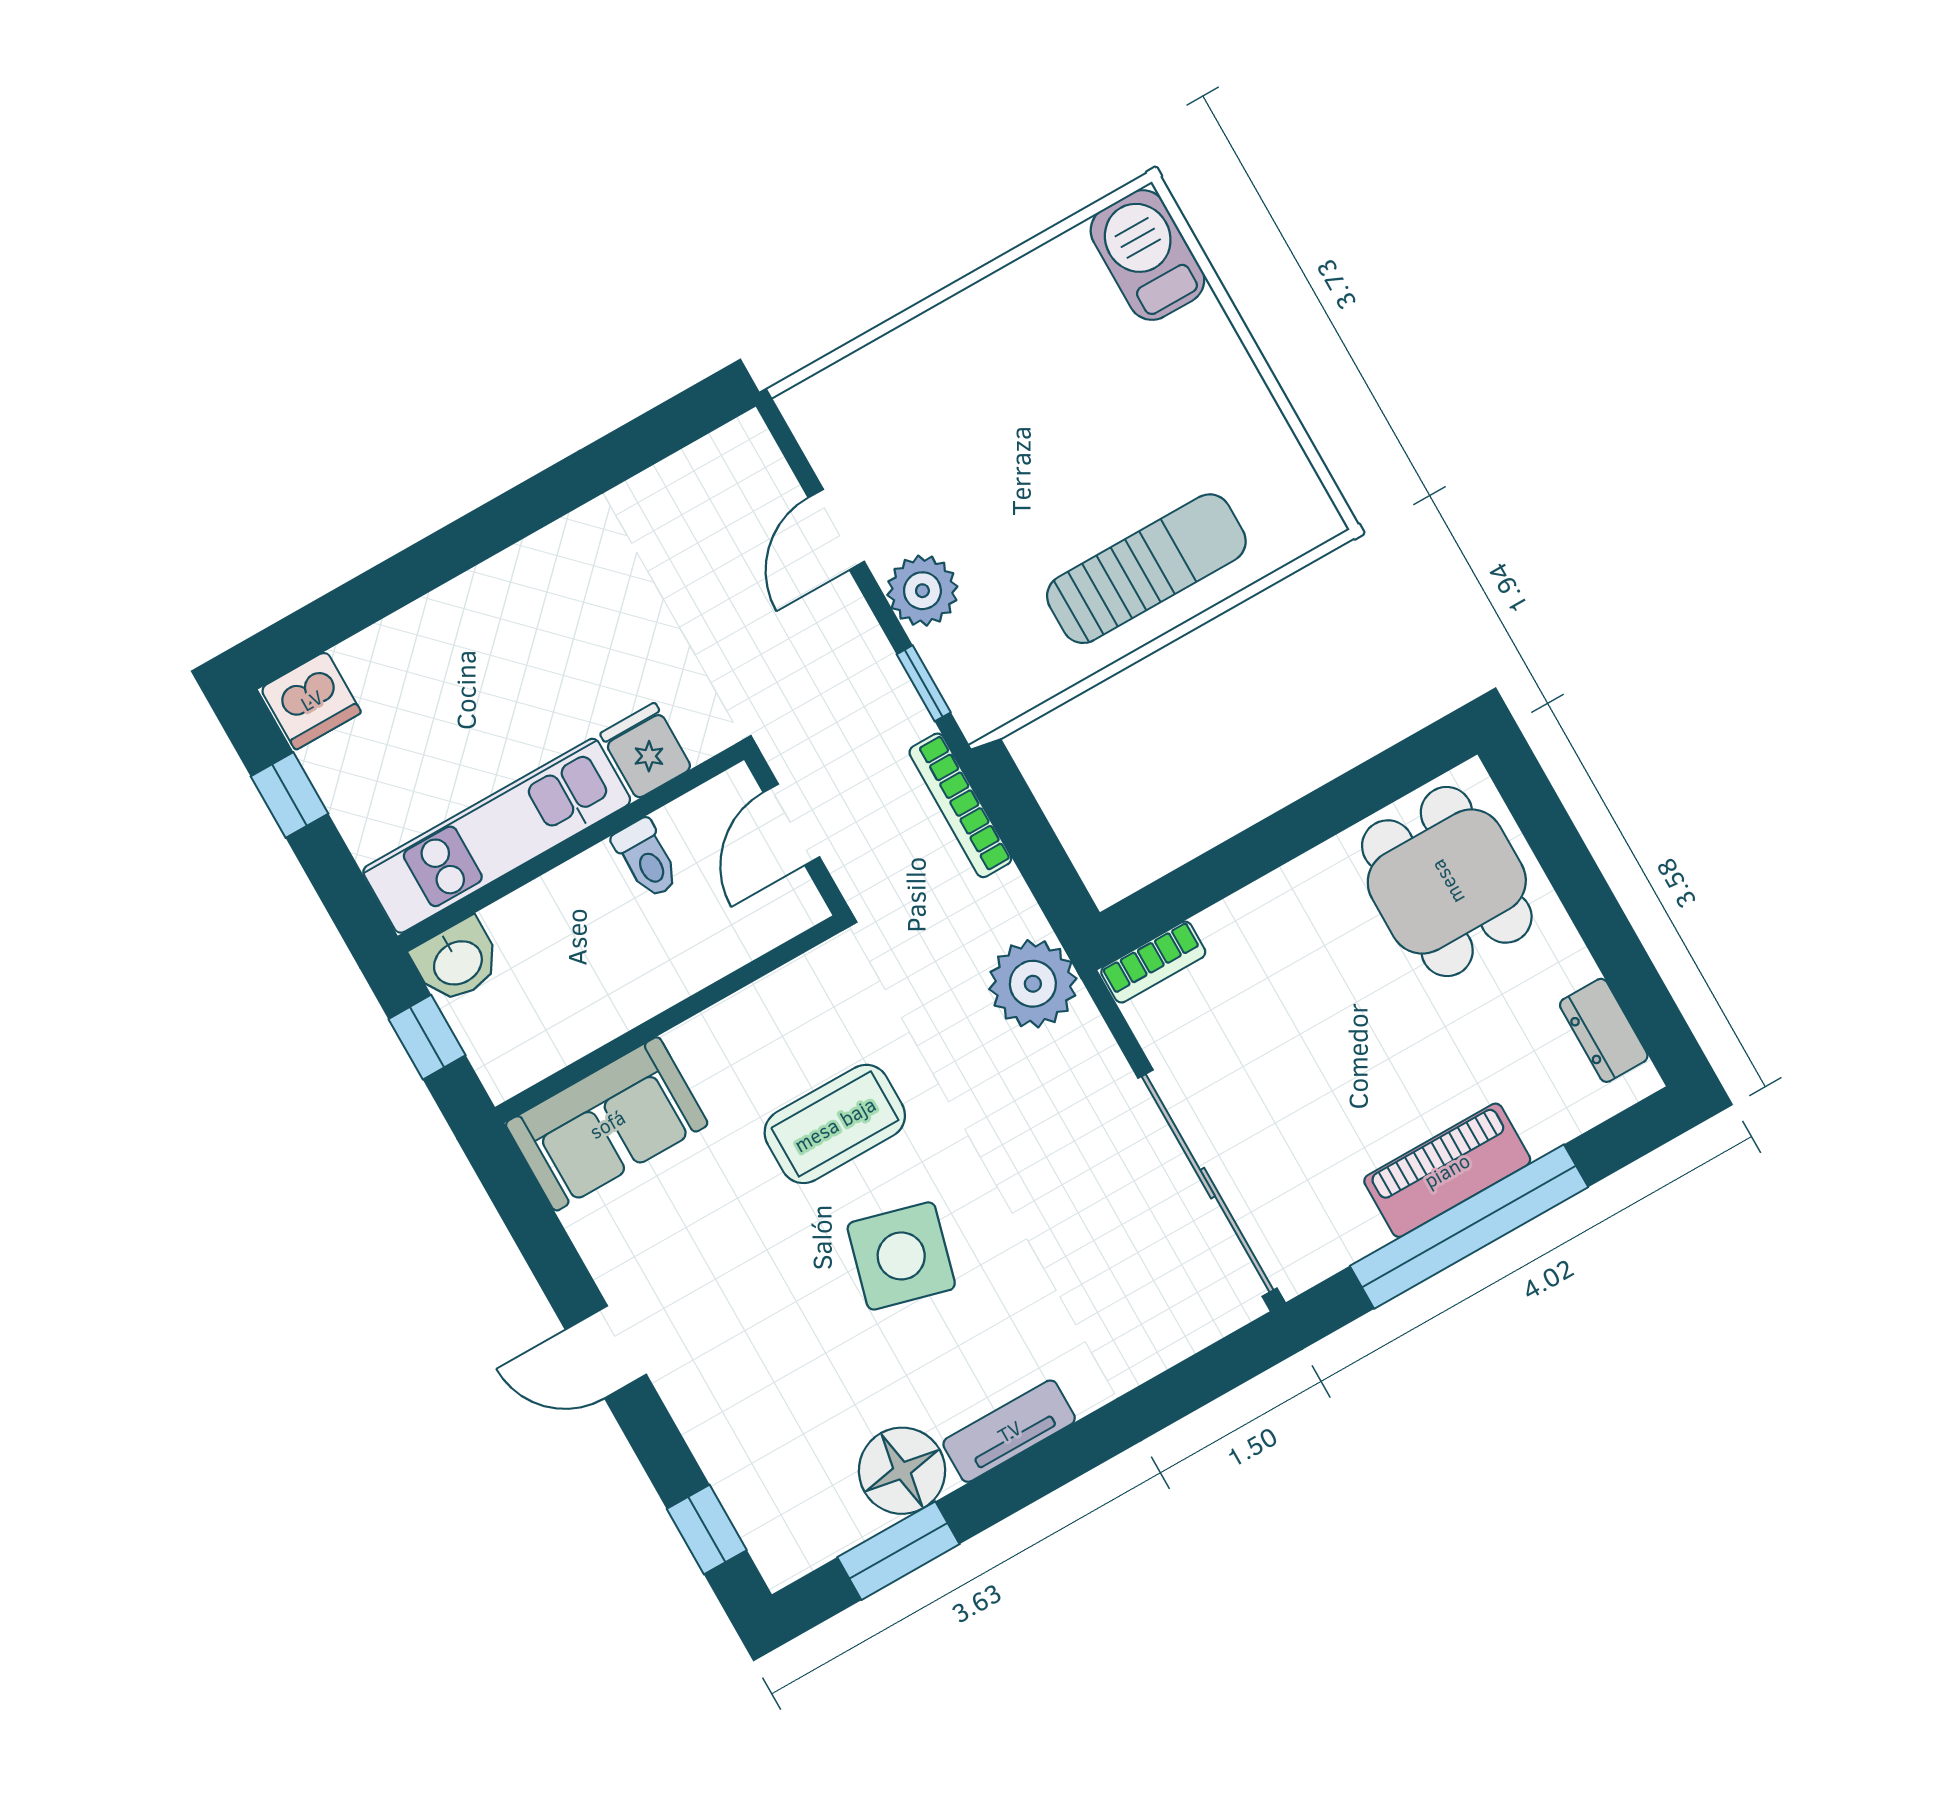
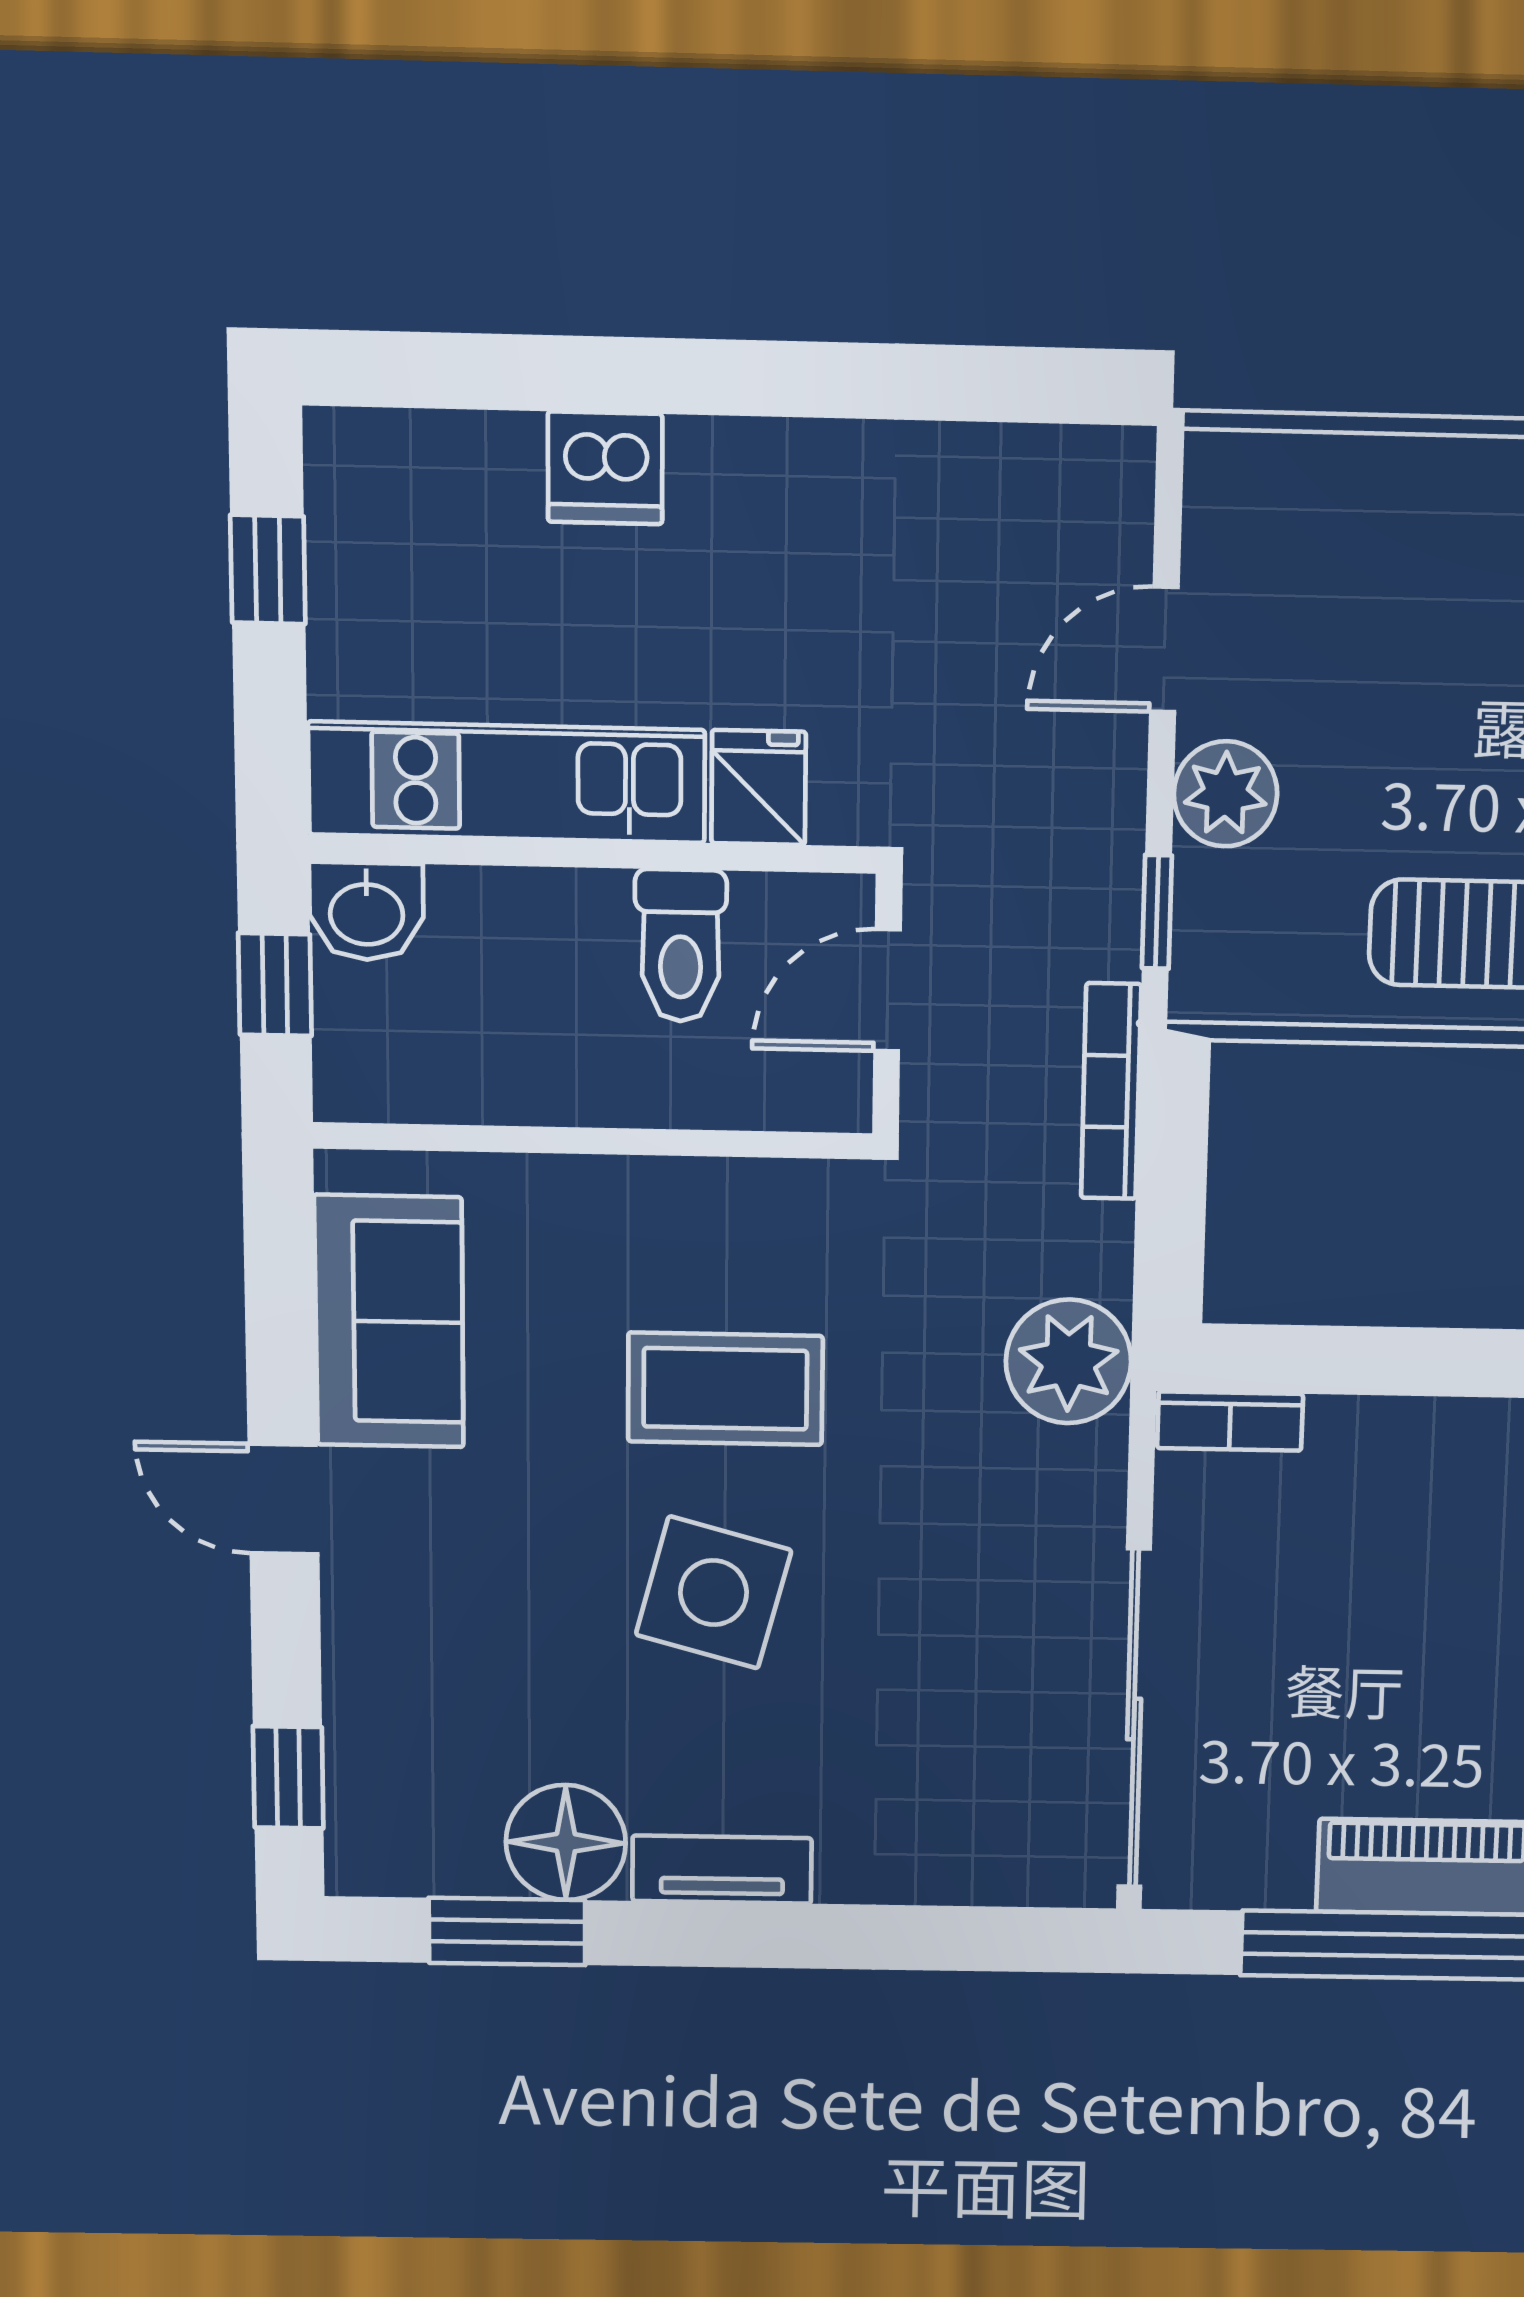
dishwasher: (311, 700) -> (605, 468), moved
toilet: (646, 859) -> (681, 946), width x1.37, depth x1.39
sofa: (607, 1124) -> (389, 1322), moved, turned -90

